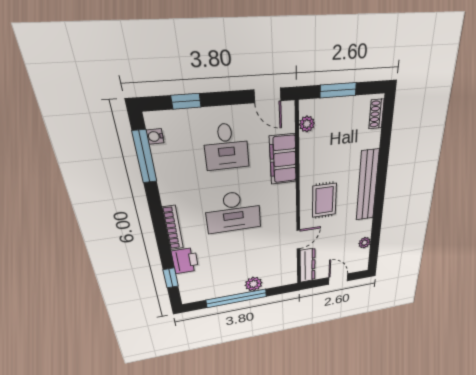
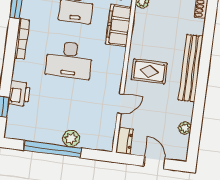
rug: (324, 200) -> (149, 71), turned 90
bookcase: (173, 228) -> (22, 39), moved
dresser: (308, 265) -> (125, 141), width x0.70

